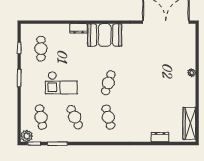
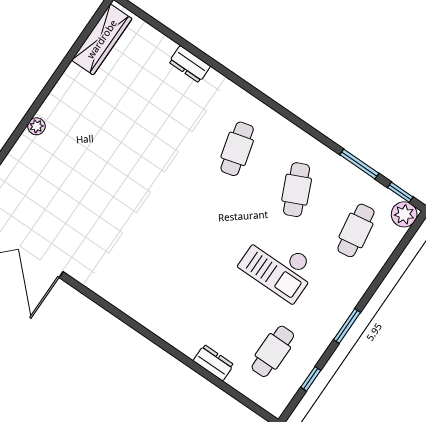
dresser: (78, 28) -> (213, 363), moved
booth: (105, 35) -> (144, 298), removed
checkout: (61, 83) -> (278, 266), turned 180
cafe table: (108, 83) -> (196, 209), removed
dresser: (160, 137) -> (190, 64), moved

